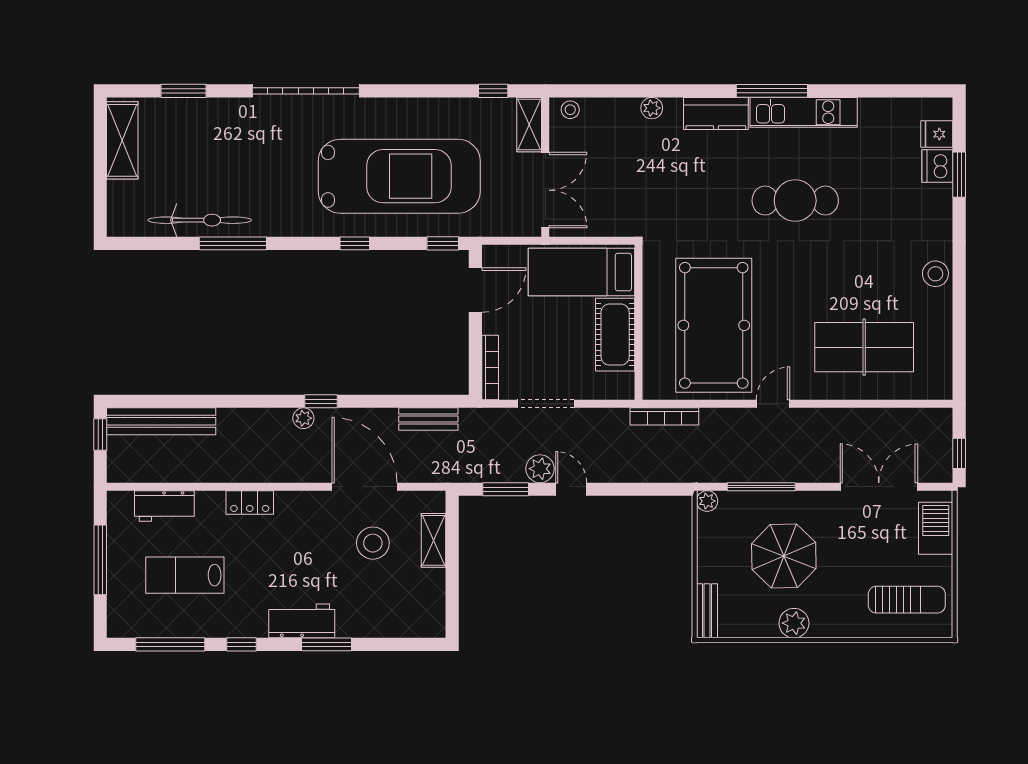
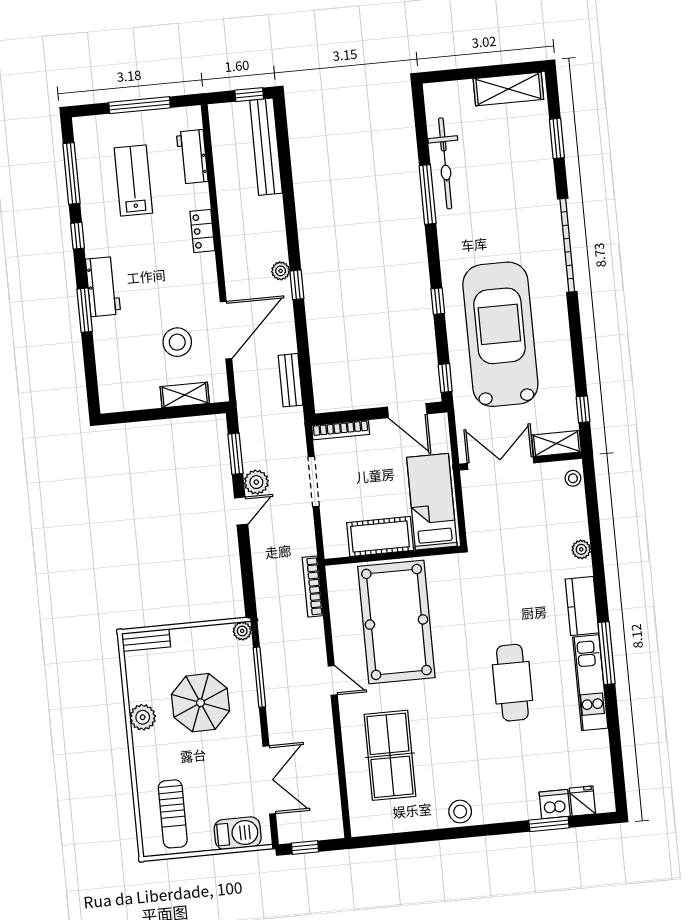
car: (399, 176) -> (500, 334), turned 180
double door: (545, 190) -> (500, 463), swing flipped
pool table: (714, 325) -> (396, 622), turned 90

